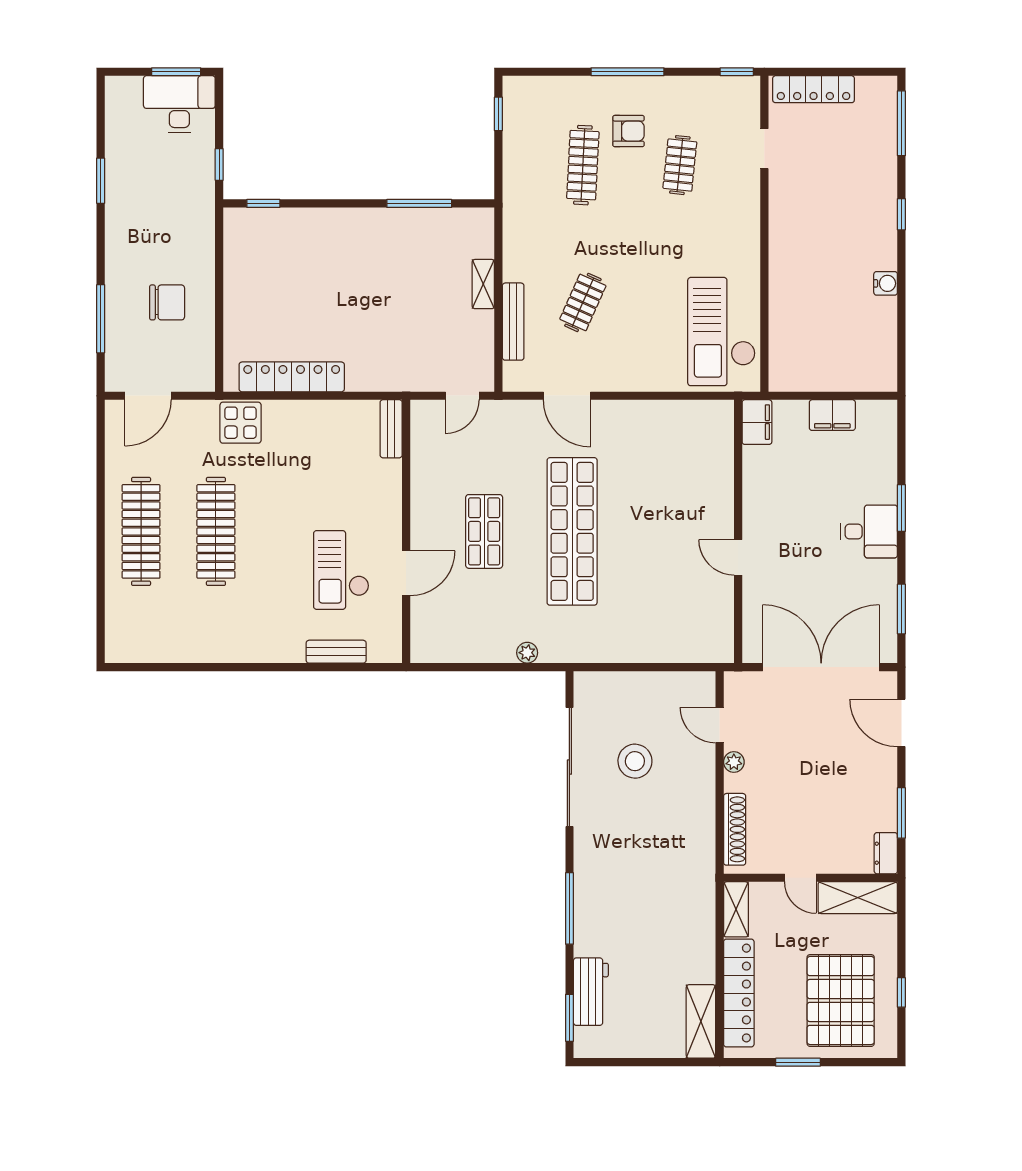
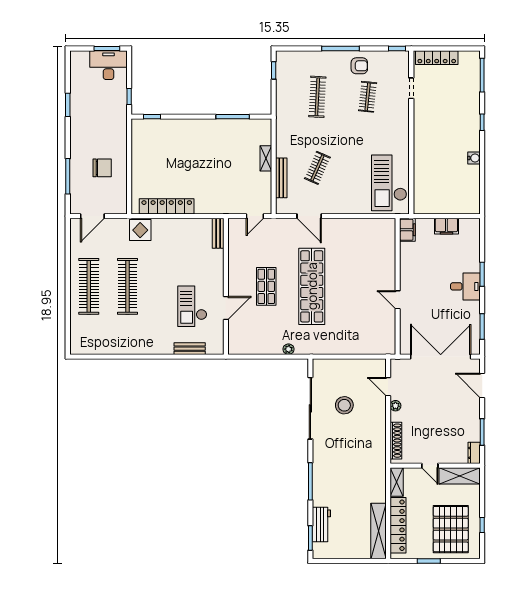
armchair: (629, 131) -> (359, 66), moved
shelving: (701, 1021) -> (378, 531), width x1.47

